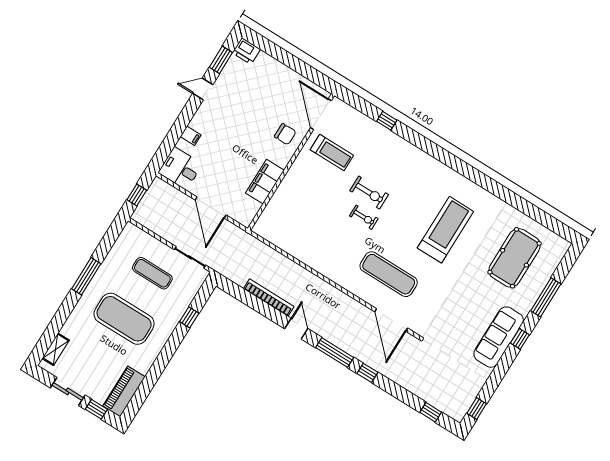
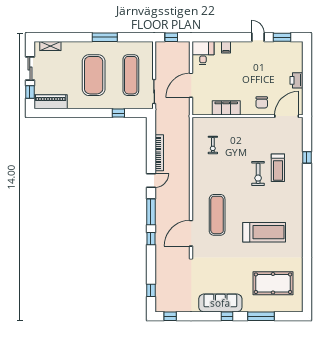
printer: (246, 51) -> (296, 80), moved
treadmill: (332, 152) -> (278, 168), moved
exercise bike: (364, 217) -> (213, 145), moved
exercise mat: (152, 273) -> (131, 75), width x1.36, depth x1.45

